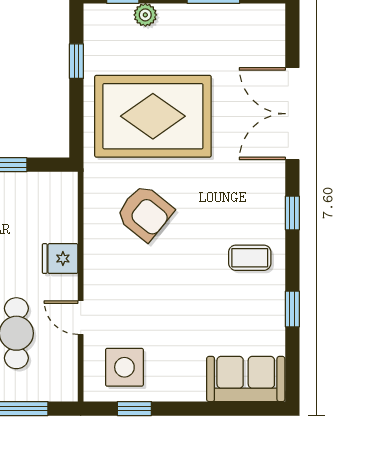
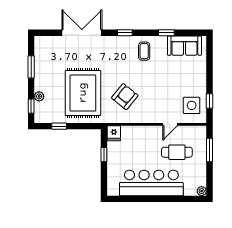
double door: (292, 114) -> (82, 33), swing flipped
fridge: (60, 259) -> (114, 133), moved
sofa: (246, 379) -> (184, 46), moved, turned -90

